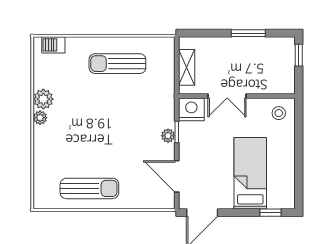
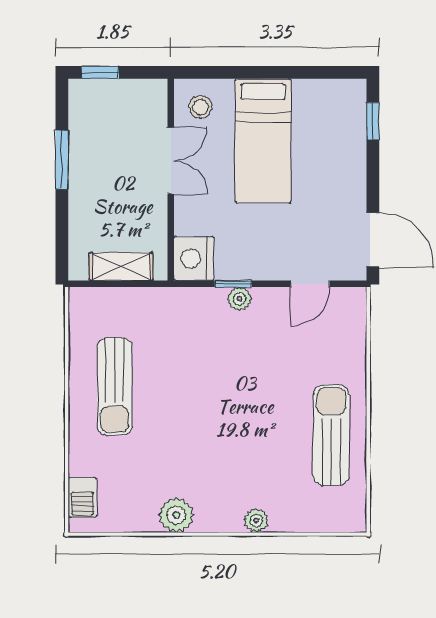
double door: (227, 96) -> (171, 161), moved
plant: (40, 118) -> (256, 521), moved
bed: (250, 173) -> (263, 141), moved, turned -90
door: (177, 176) -> (310, 284), width x0.73

